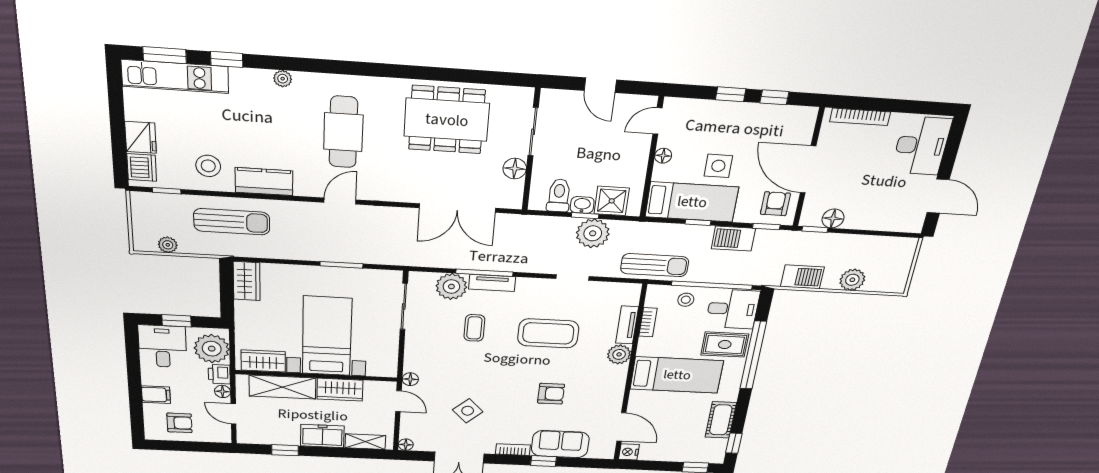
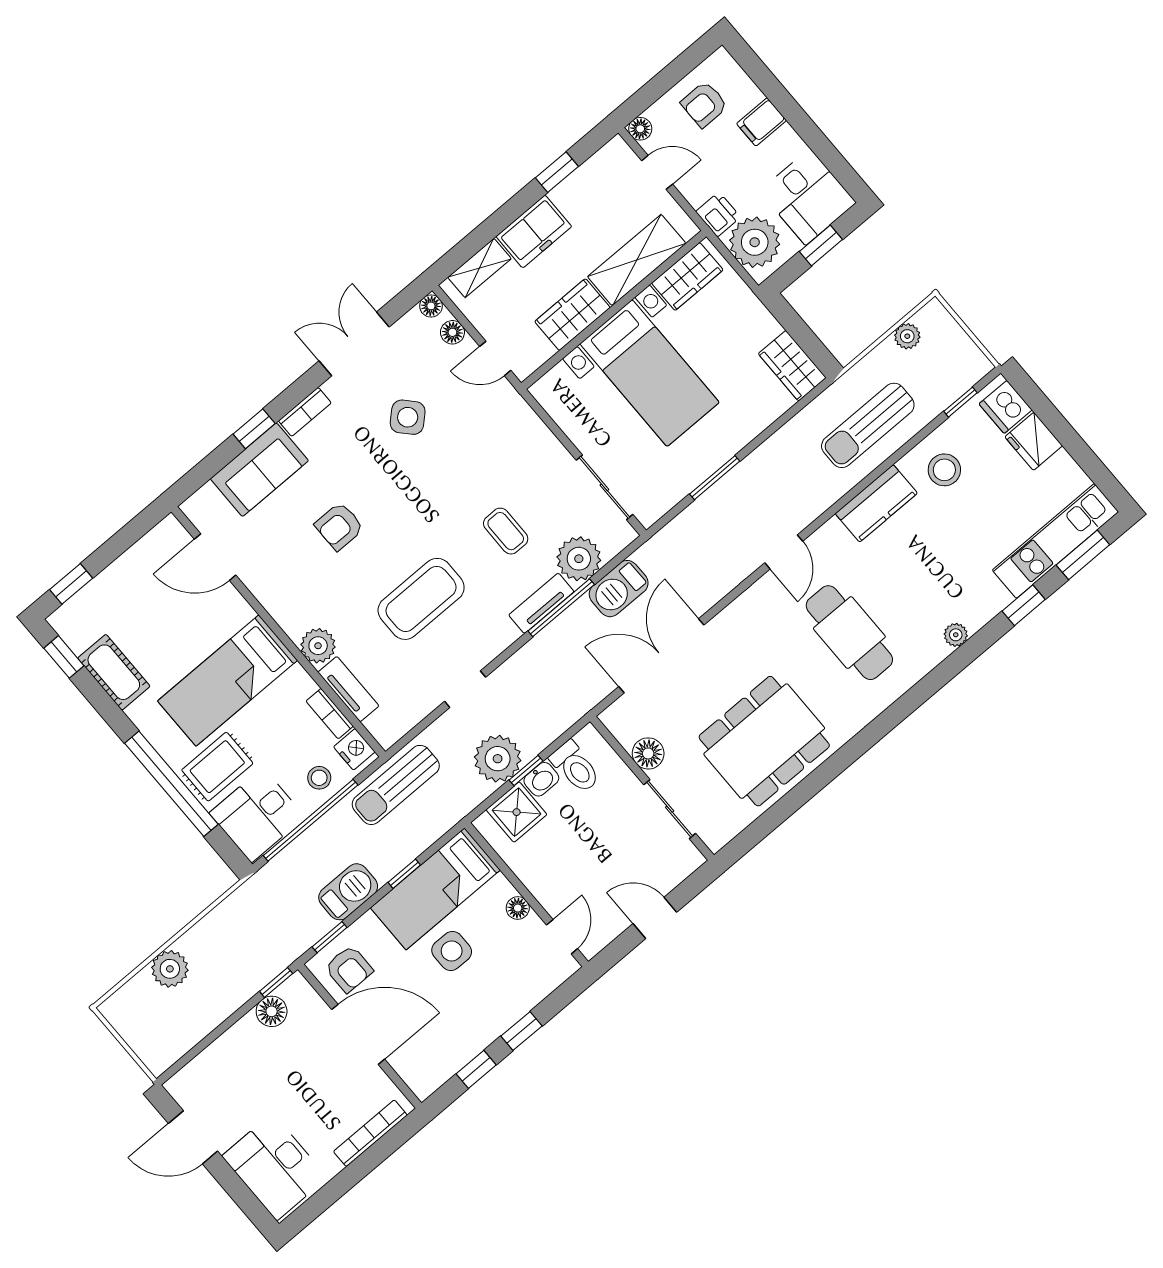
barbecue: (802, 277) -> (619, 589), moved
floor lamp: (410, 379) -> (452, 332), moved
floor lamp: (223, 391) -> (640, 129), moved
nightstand: (629, 452) -> (354, 749), moved

